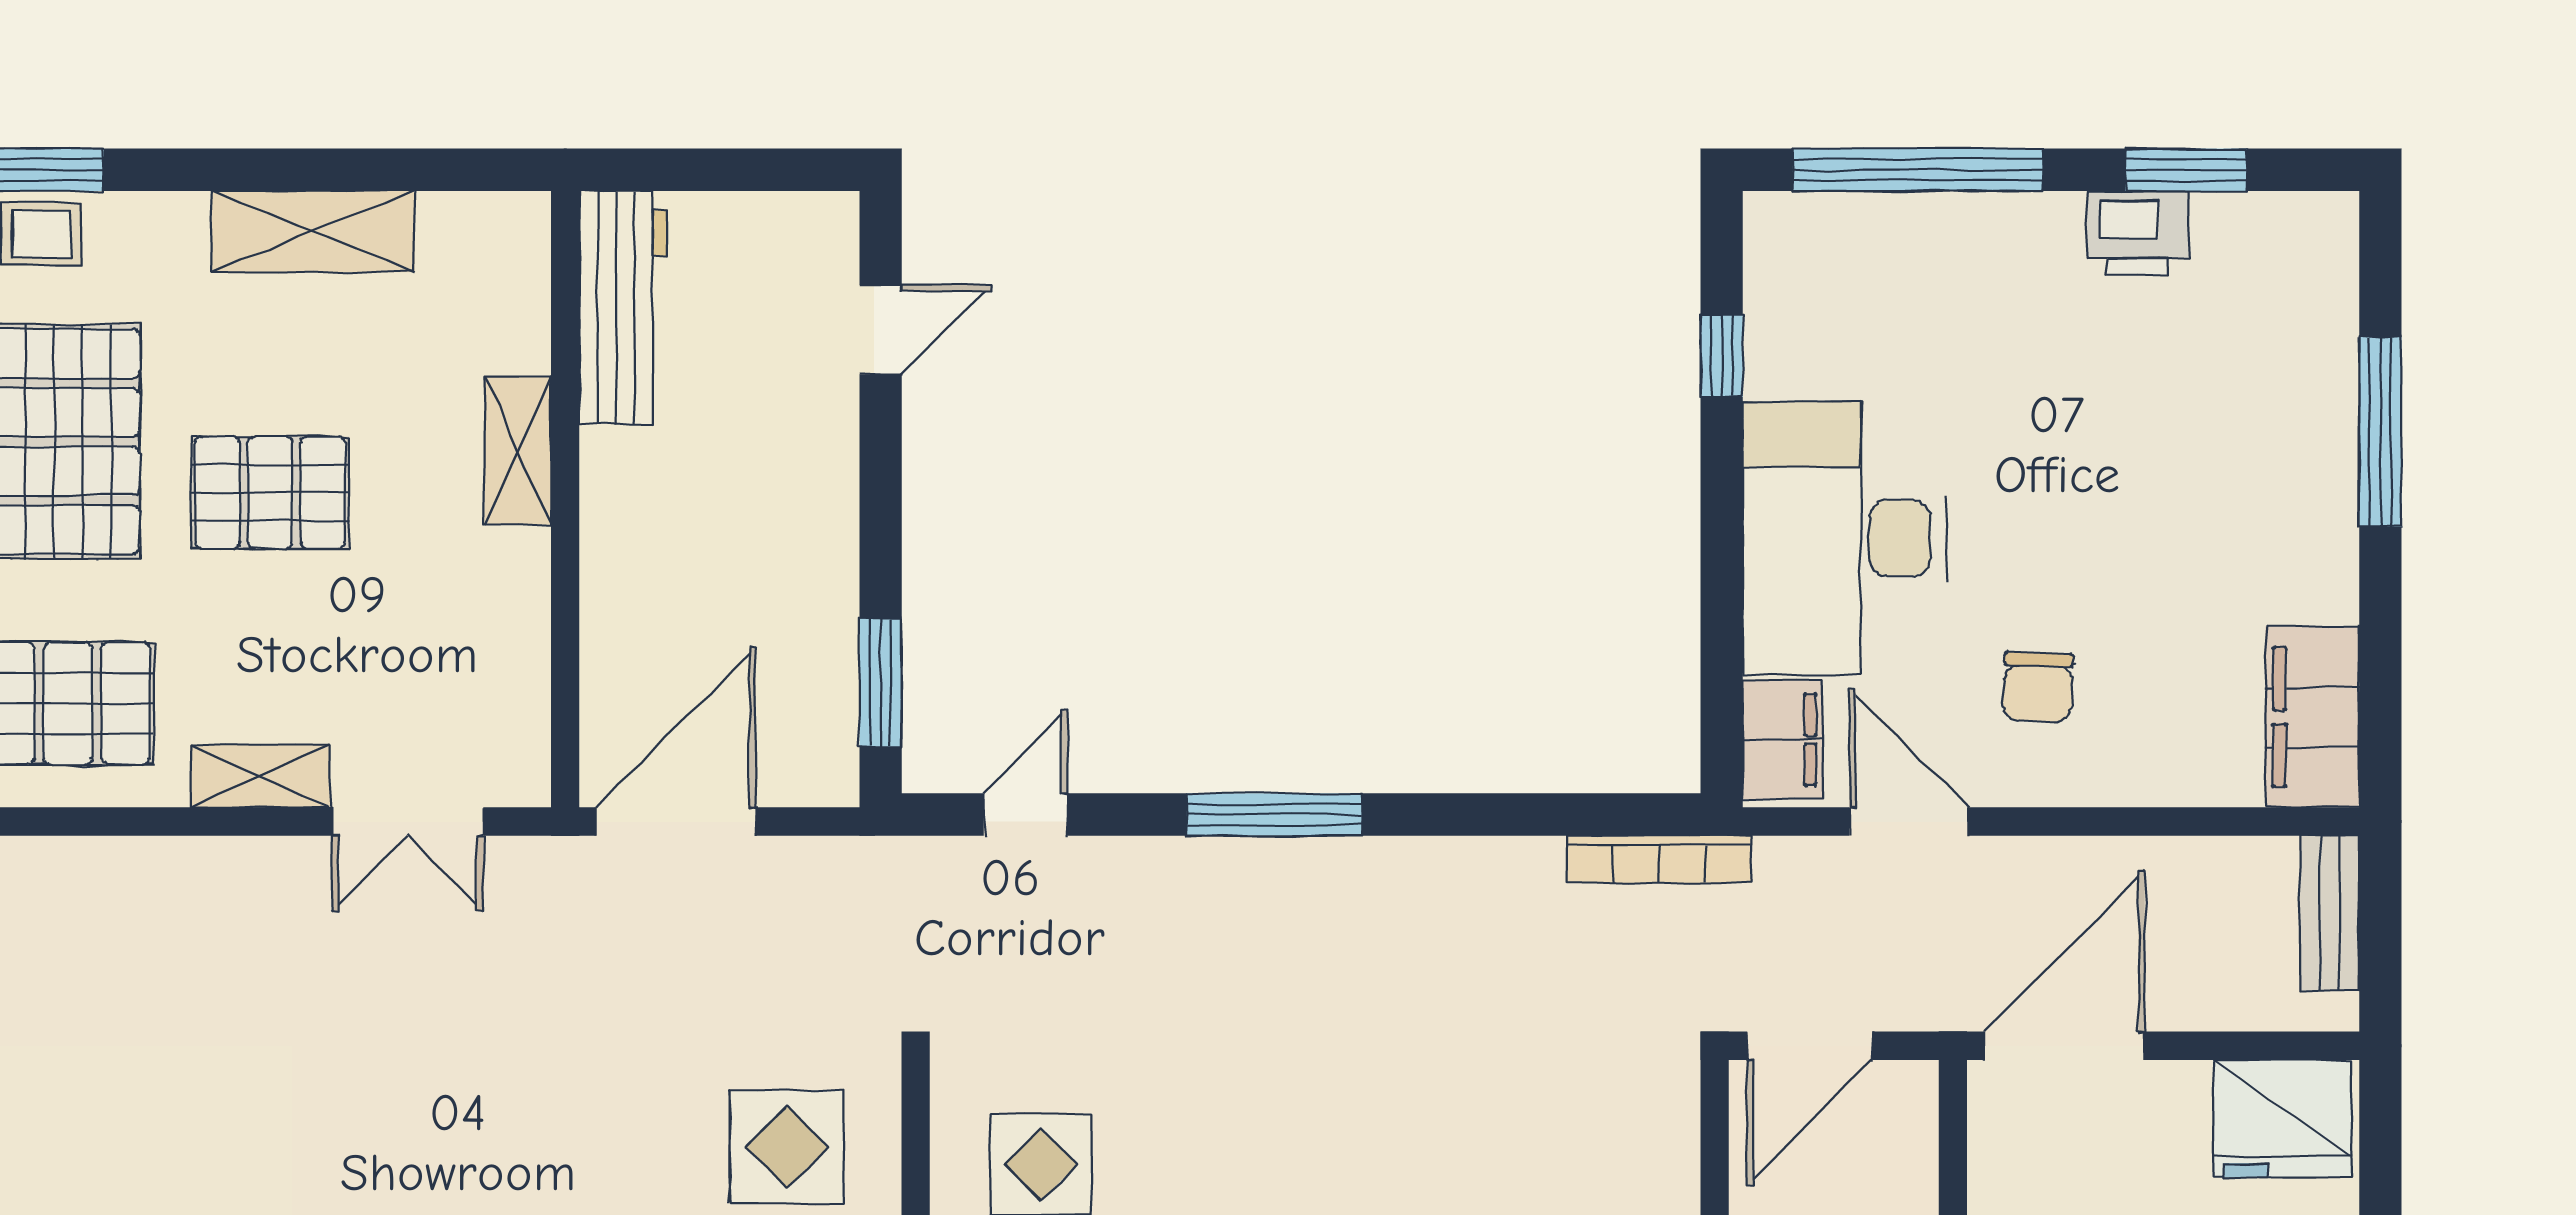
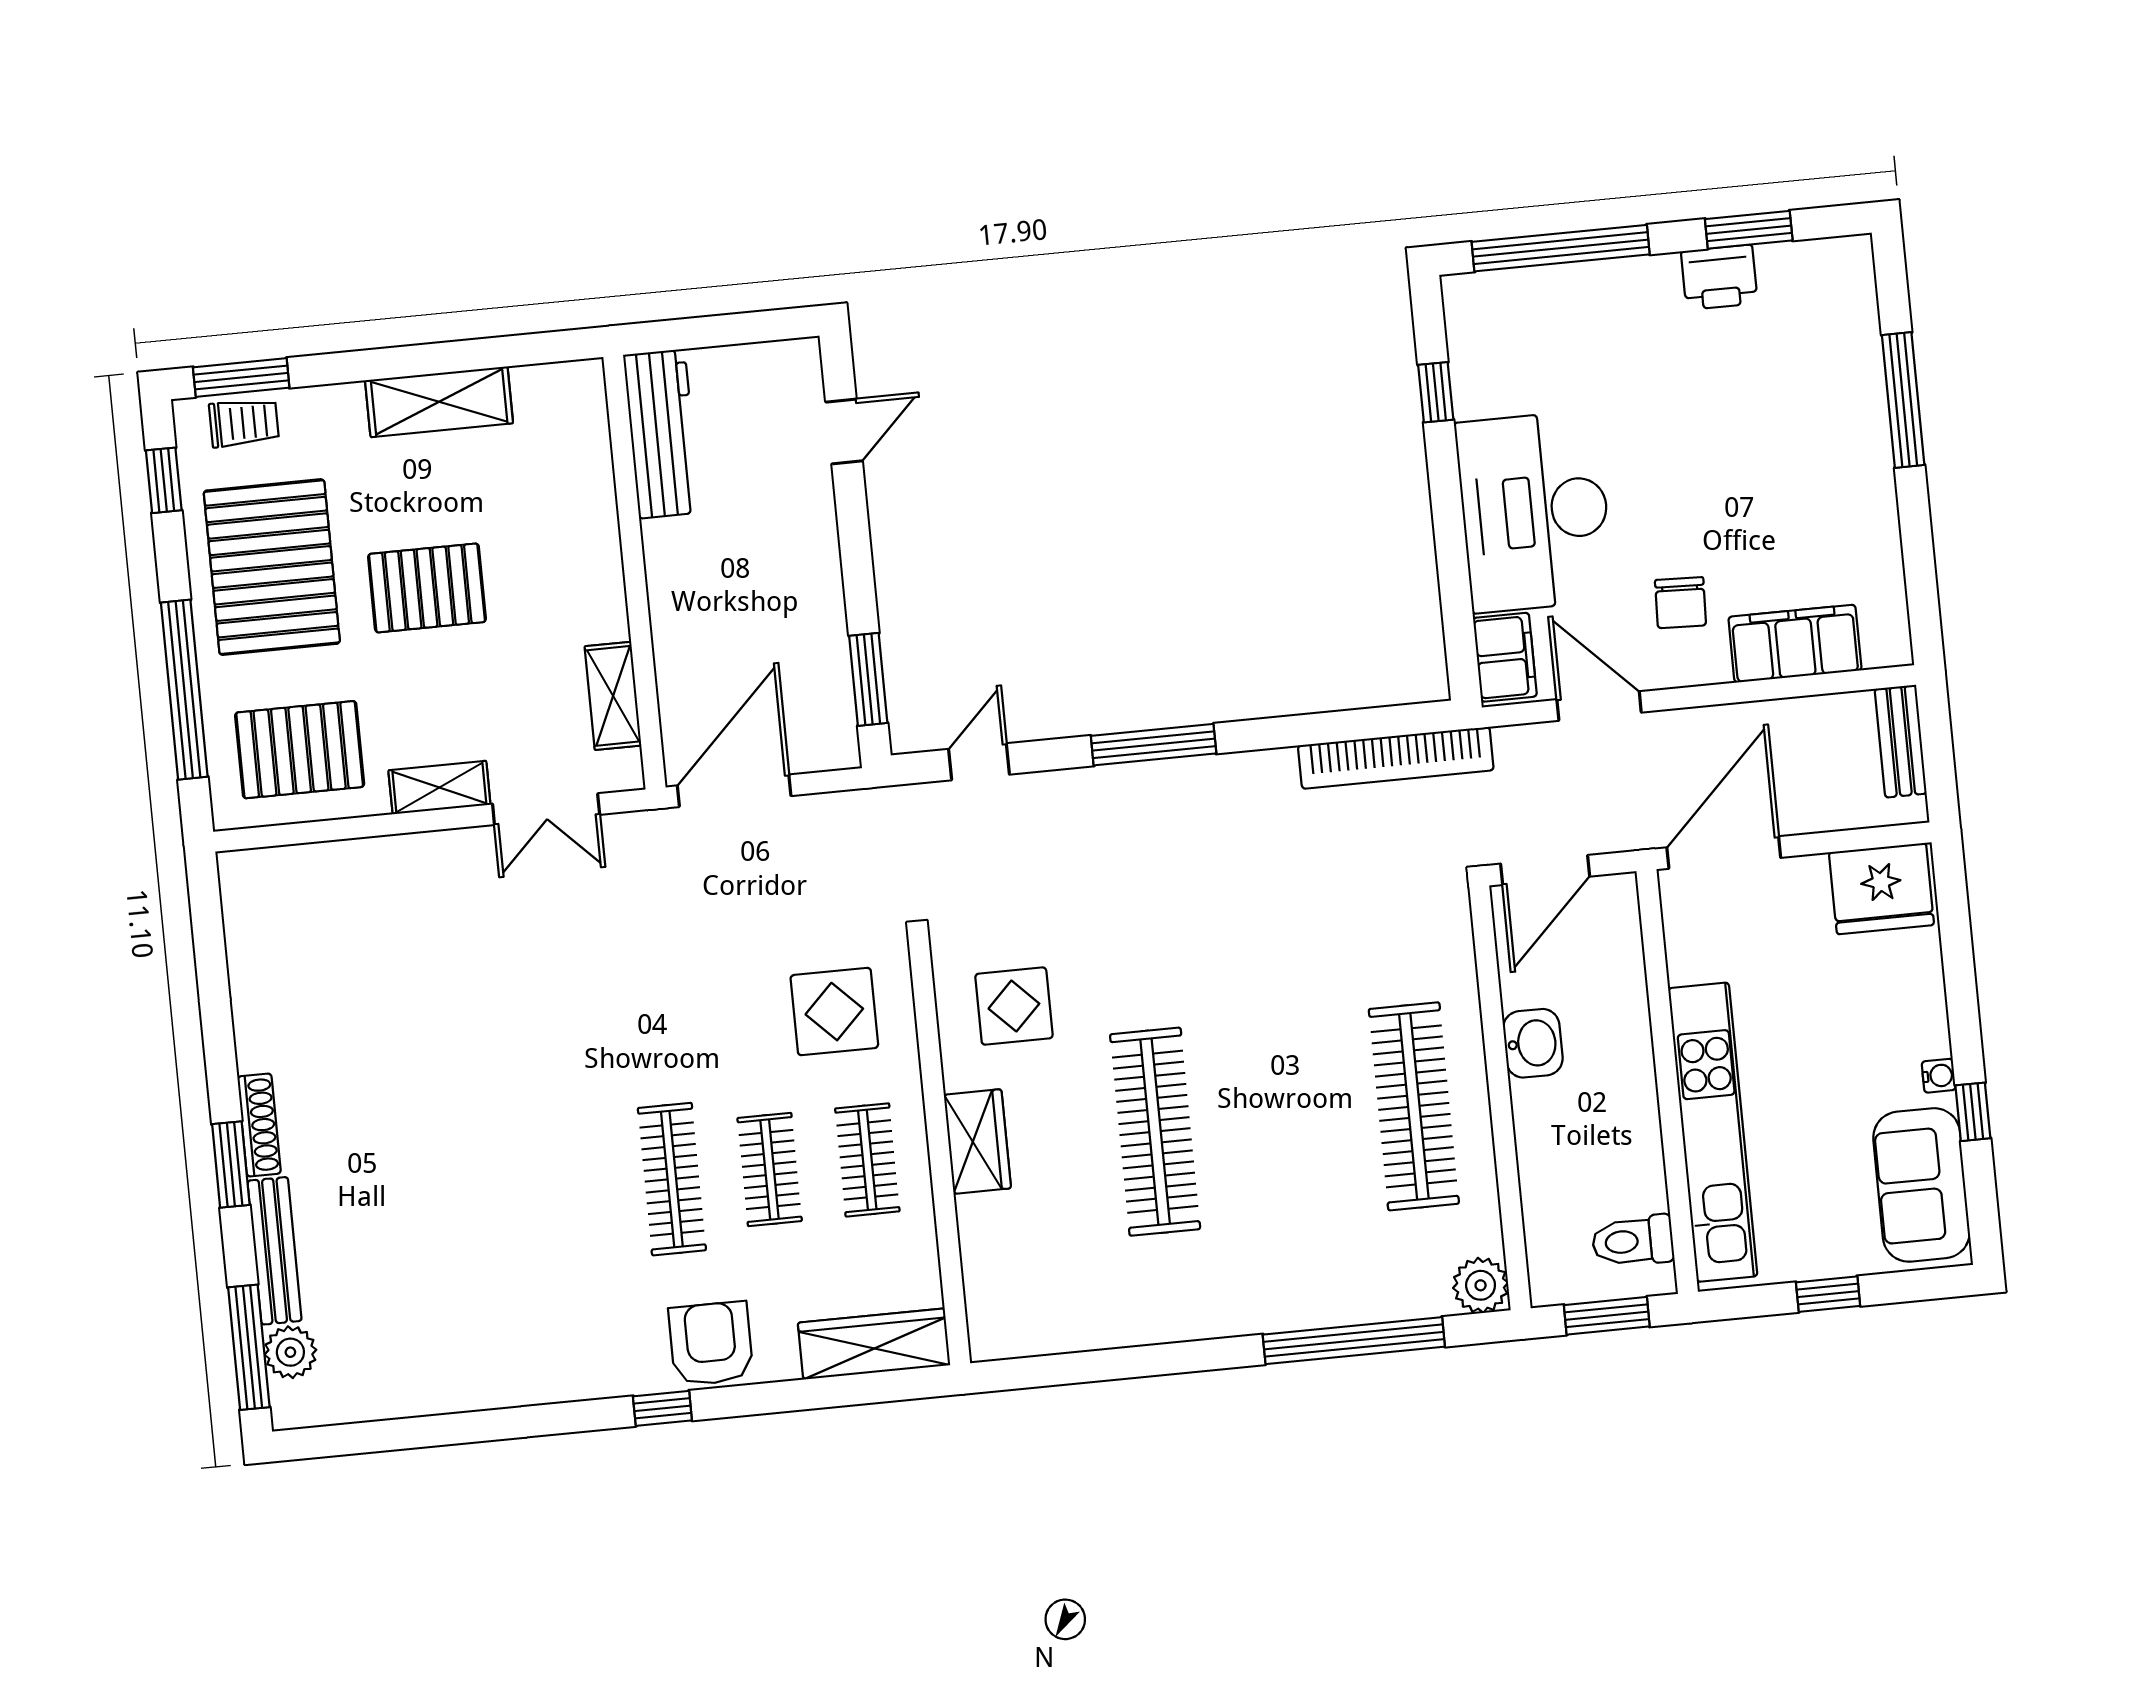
shelving: (518, 451) -> (613, 696), moved
filing cabinet: (2312, 717) -> (1795, 644), moved, turned 90
bookcase: (1659, 859) -> (1396, 758), width x1.48, depth x1.31

